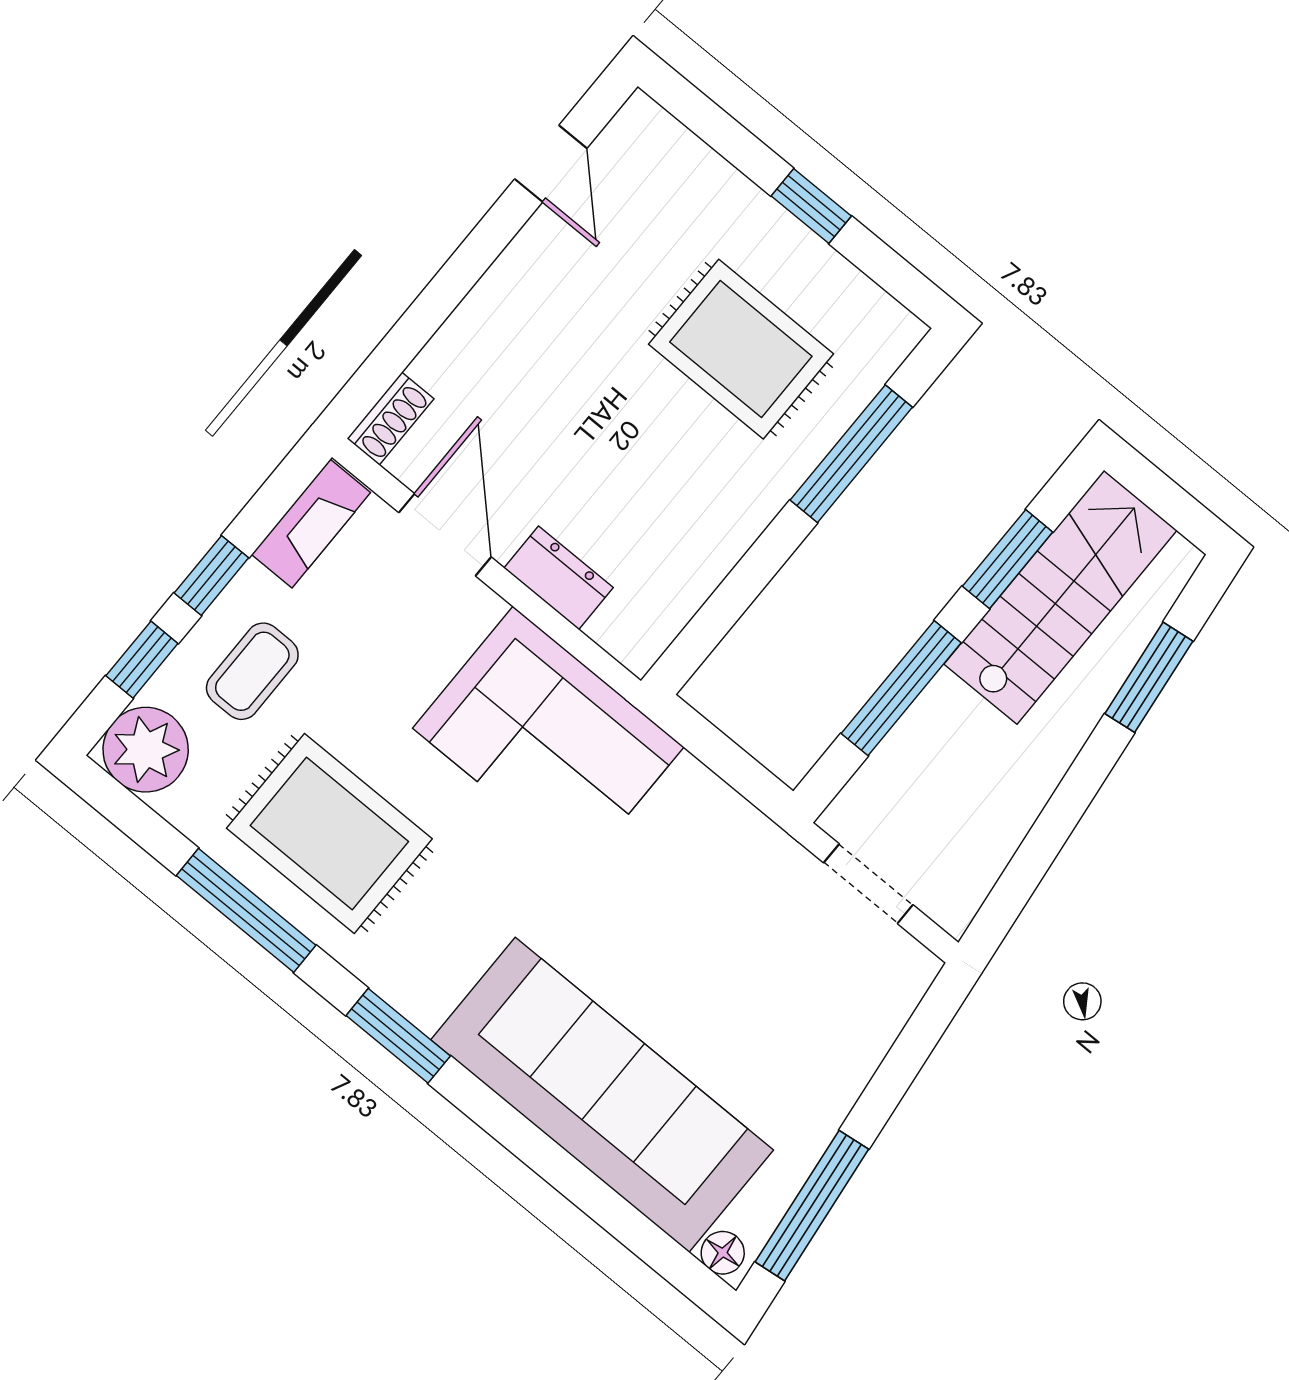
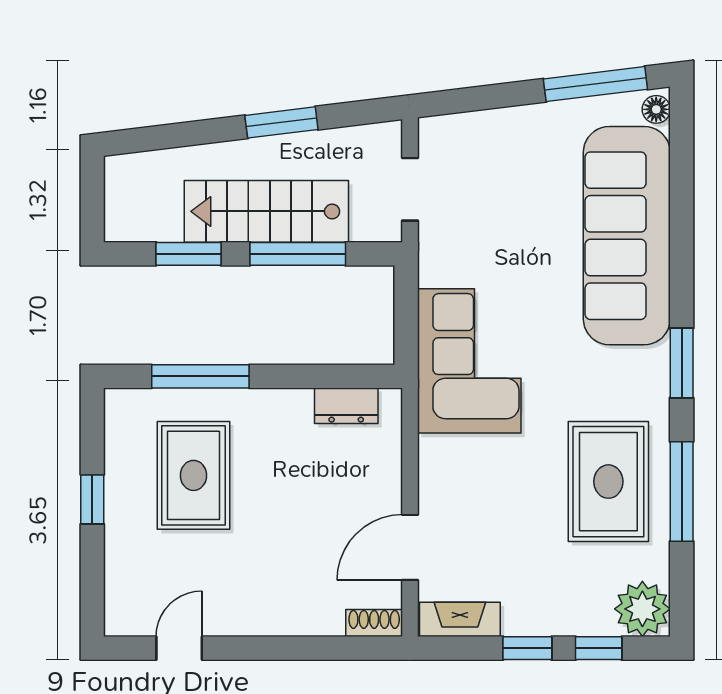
dresser: (559, 578) -> (346, 406), moved, turned -90
stairs: (1060, 597) -> (266, 211), moved
coffee table: (252, 671) -> (559, 588), removed
window: (1149, 677) -> (281, 122), moved
corner sofa: (548, 738) -> (469, 361), moved

